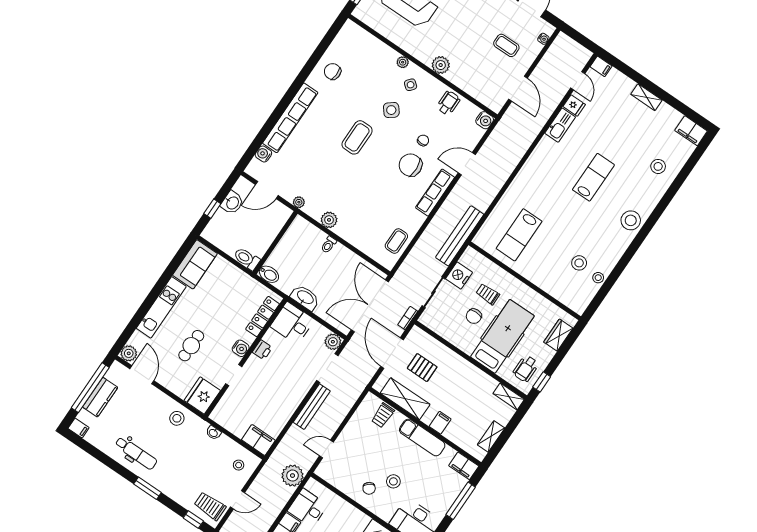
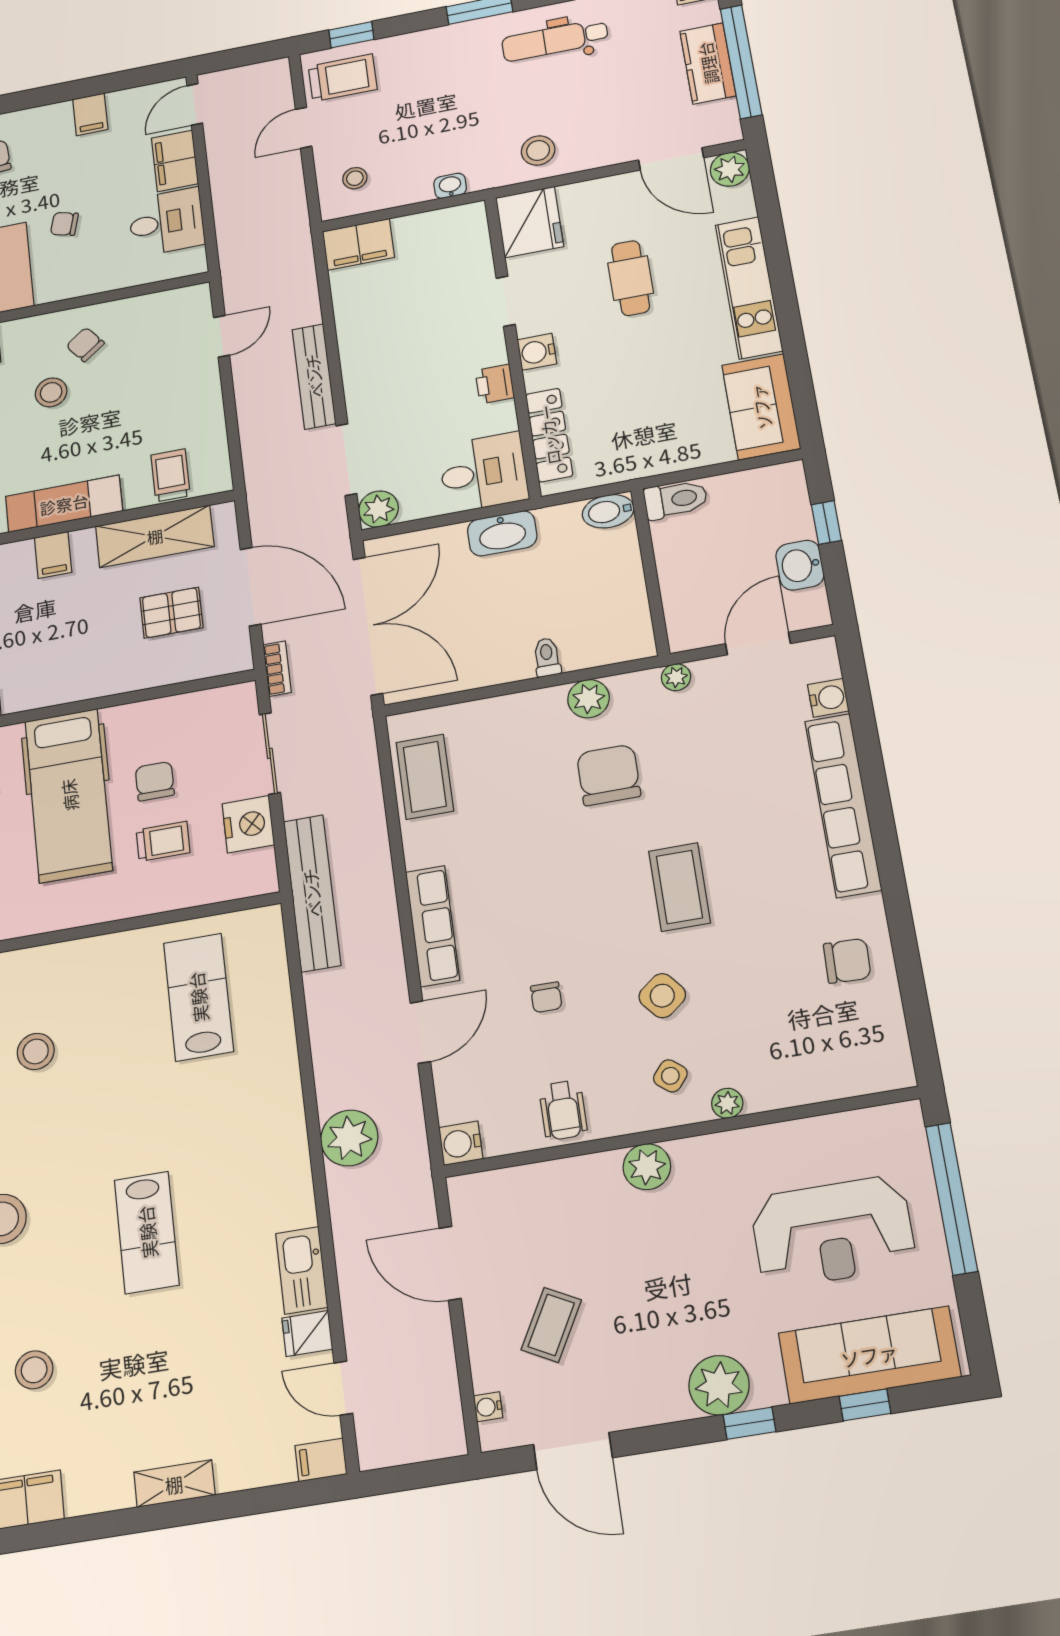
coffee table: (506, 45) -> (551, 1325), turned -62
chair: (411, 165) -> (609, 775), moved, turned -87
coffee table: (396, 241) -> (425, 777), width x1.36, depth x1.30
plant: (292, 476) -> (349, 1138), moved

